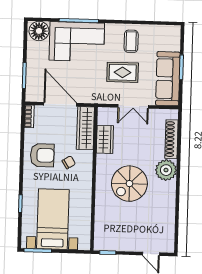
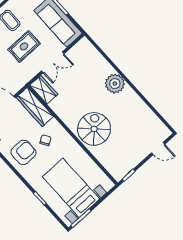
wardrobe: (105, 139) -> (44, 90), moved
shoe rack: (172, 139) -> (99, 60), removed
spiral stairs: (129, 184) -> (94, 129), moved, turned 180

